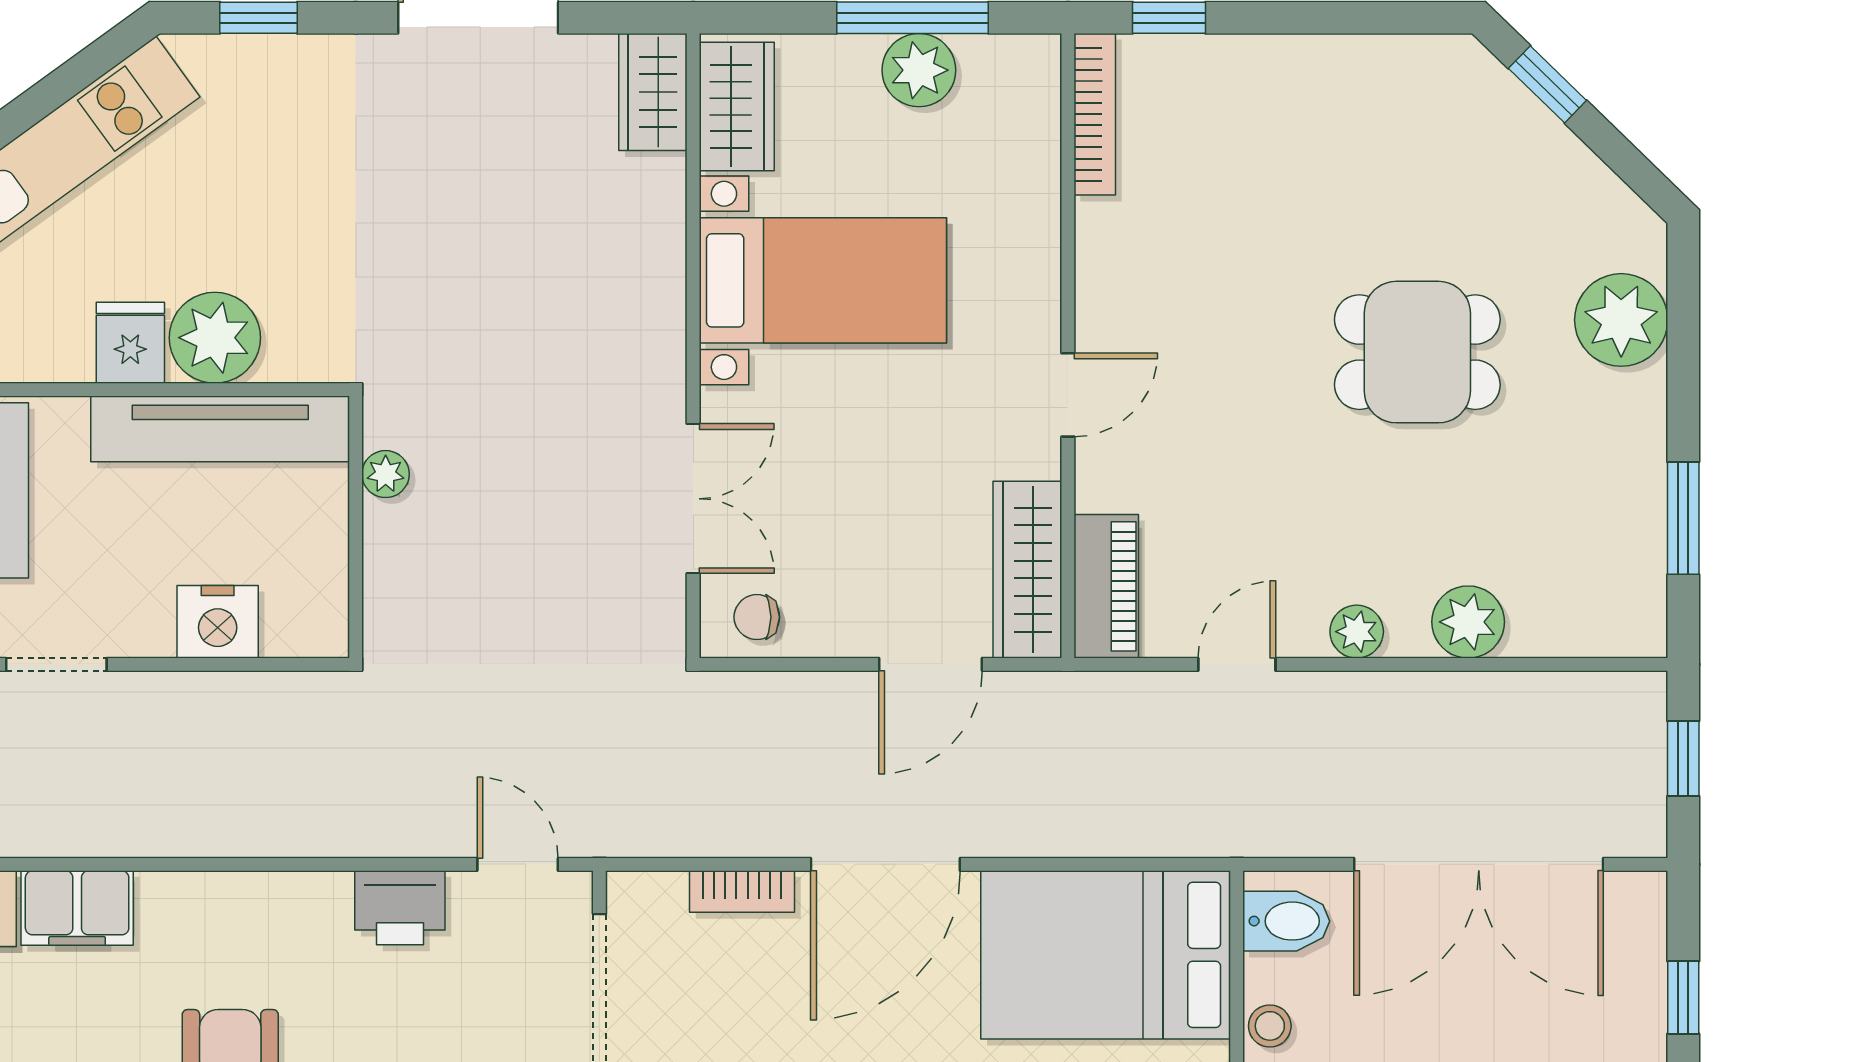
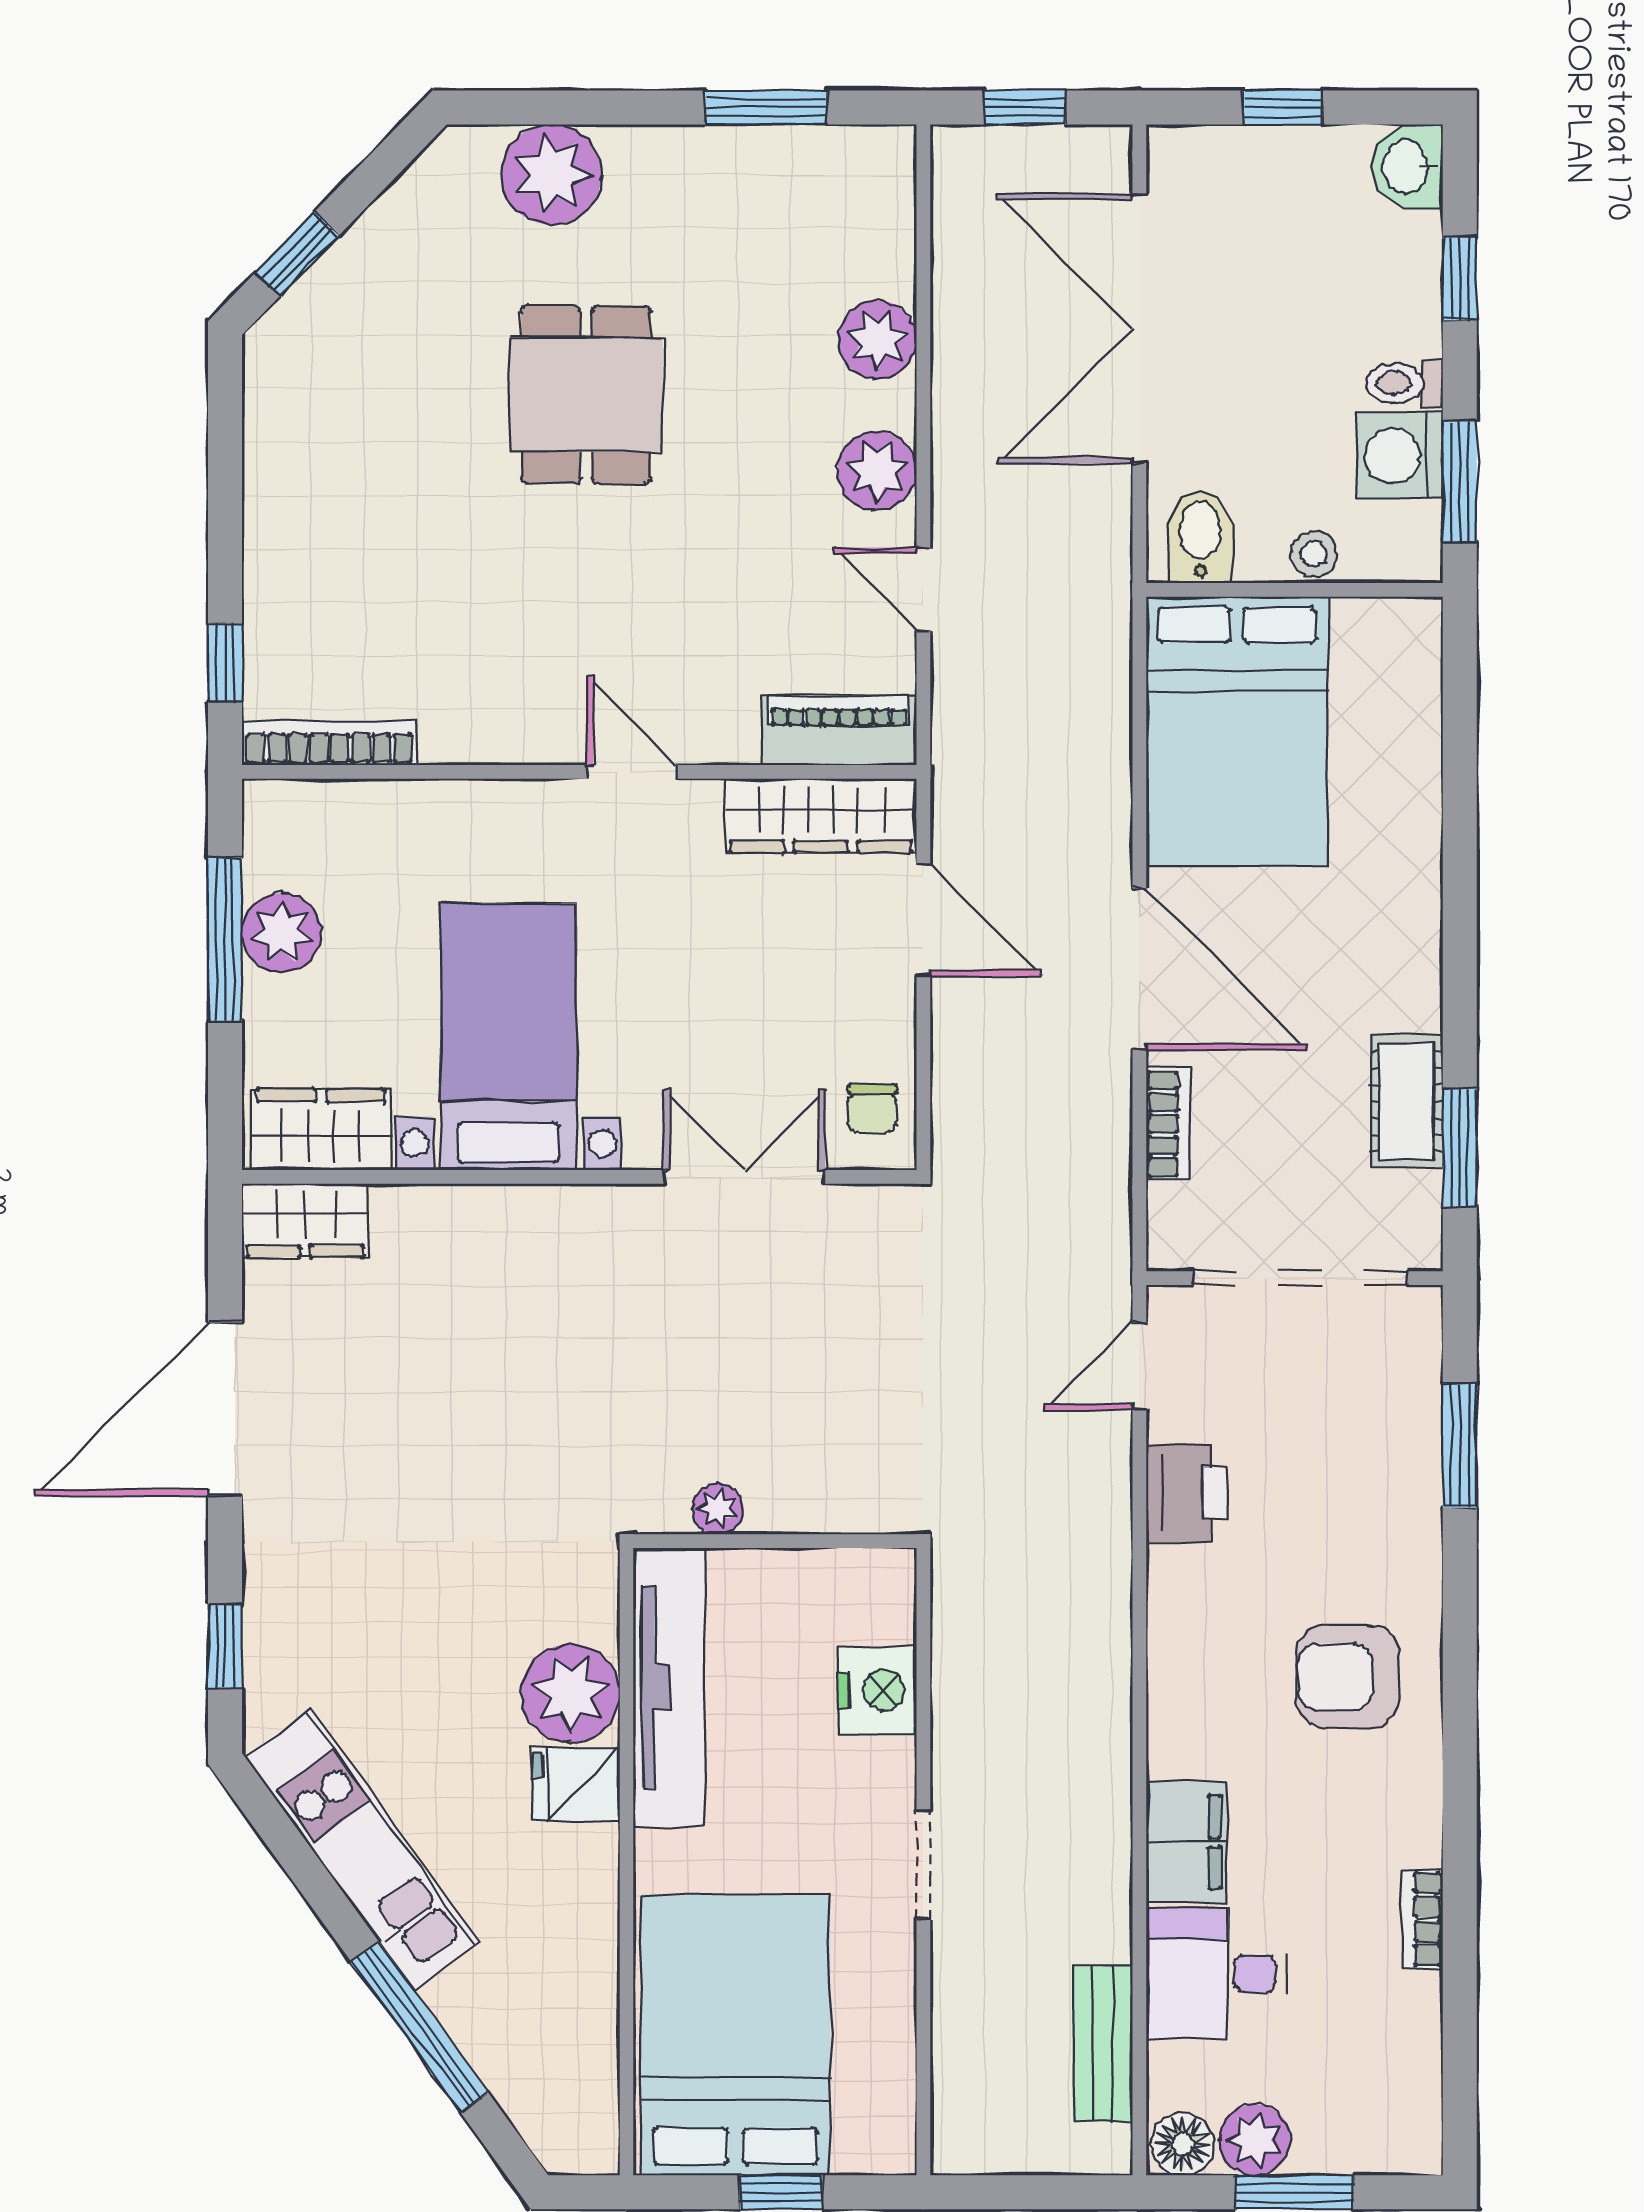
plant: (1357, 632) -> (877, 471), width x1.38, depth x1.38
double door: (1479, 864) -> (1139, 328), swing flipped

